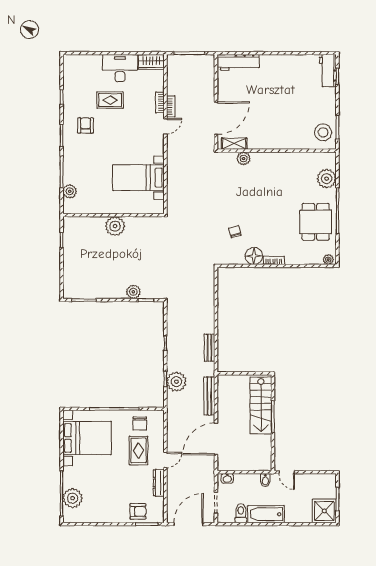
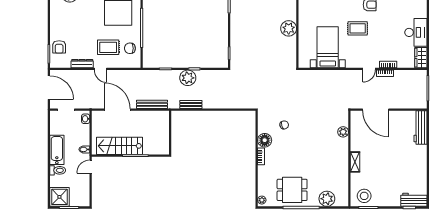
rug: (110, 100) -> (358, 28), moved, turned 90
door: (165, 126) -> (369, 69), hinge flipped
shelving: (234, 144) -> (355, 162), moved
plant: (133, 292) -> (236, 43), removed
plant: (176, 382) -> (188, 78), moved
stairs: (261, 405) -> (120, 146), moved
toilet: (241, 513) -> (58, 170), moved

